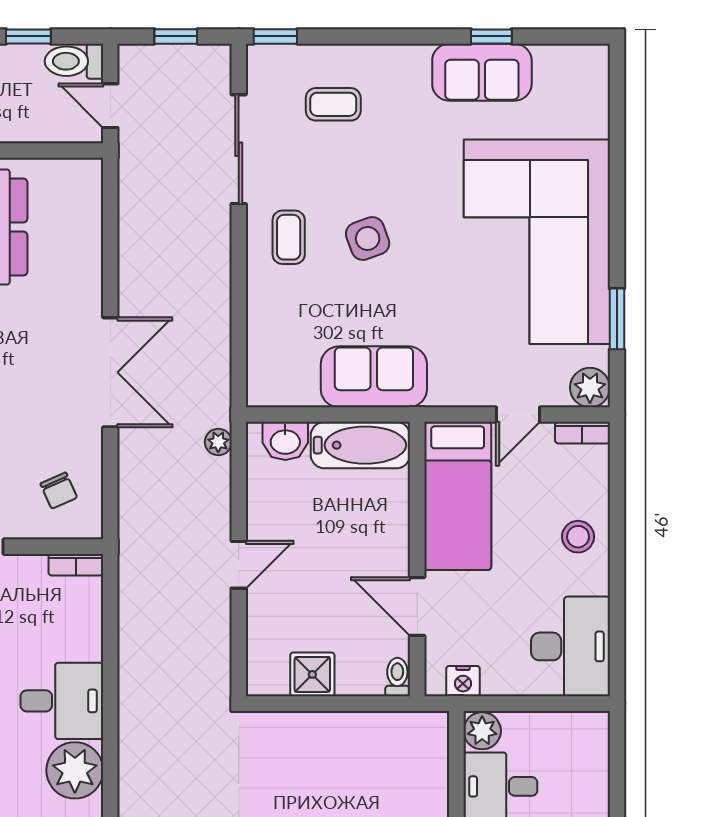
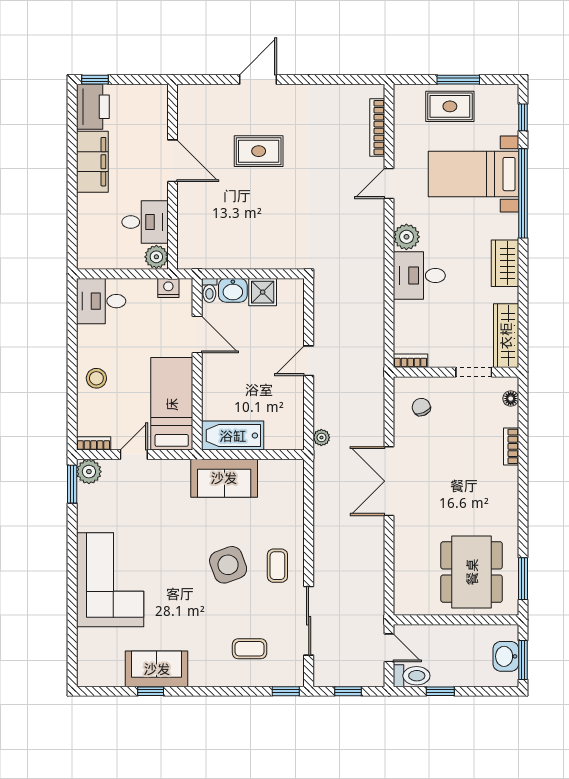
side table: (368, 239) -> (228, 565), width x1.37, depth x1.37
corner sofa: (537, 242) -> (110, 580), width x0.73, depth x0.74
window: (617, 319) -> (72, 484), moved
washbasin: (285, 441) -> (233, 290), moved, turned 180
desk: (571, 646) -> (101, 301), width x0.73
plant: (75, 770) -> (406, 237), width x0.73, depth x0.73

